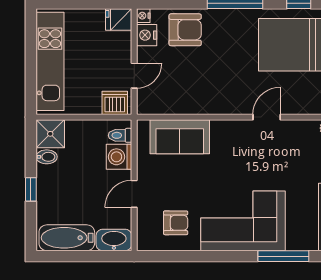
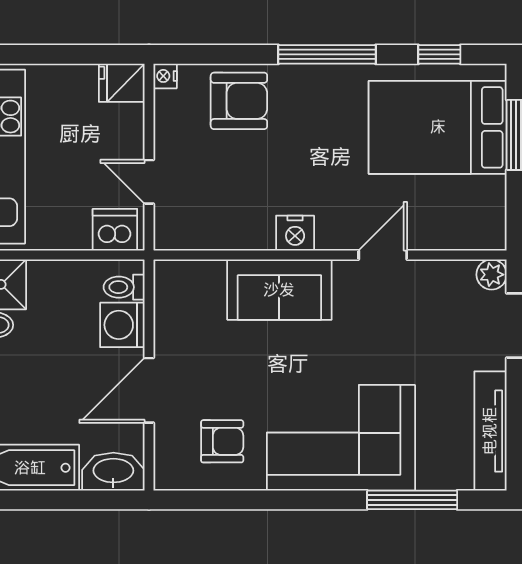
nightstand: (147, 35) -> (295, 233), moved, turned -90
door: (134, 76) -> (149, 182), swing flipped
sofa: (180, 137) -> (279, 290), moved
door: (134, 194) -> (149, 390), width x1.38

